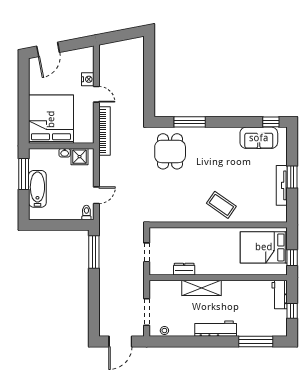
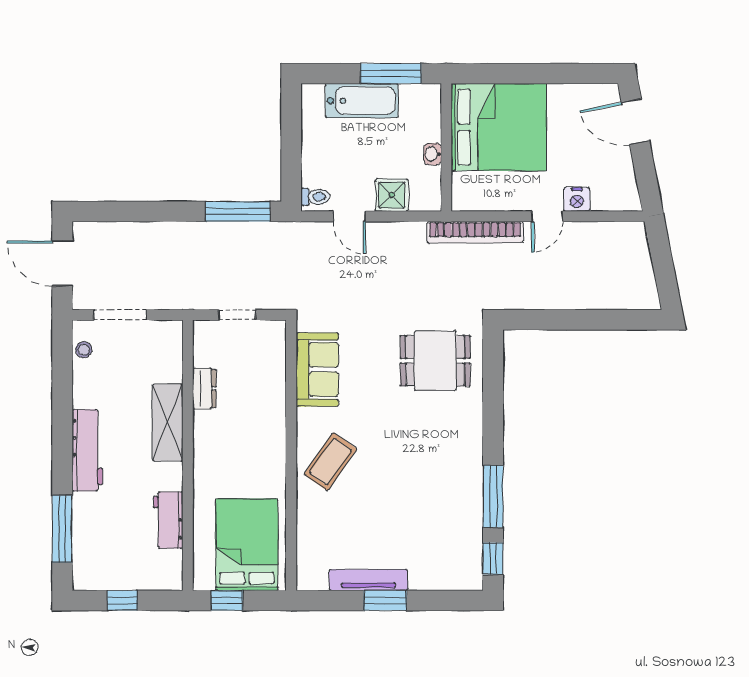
window: (190, 122) -> (493, 496), moved
sofa: (259, 138) -> (317, 370), moved, turned 180
shower: (80, 157) -> (392, 195), moved
workbench: (280, 294) -> (168, 520), moved, turned -90

